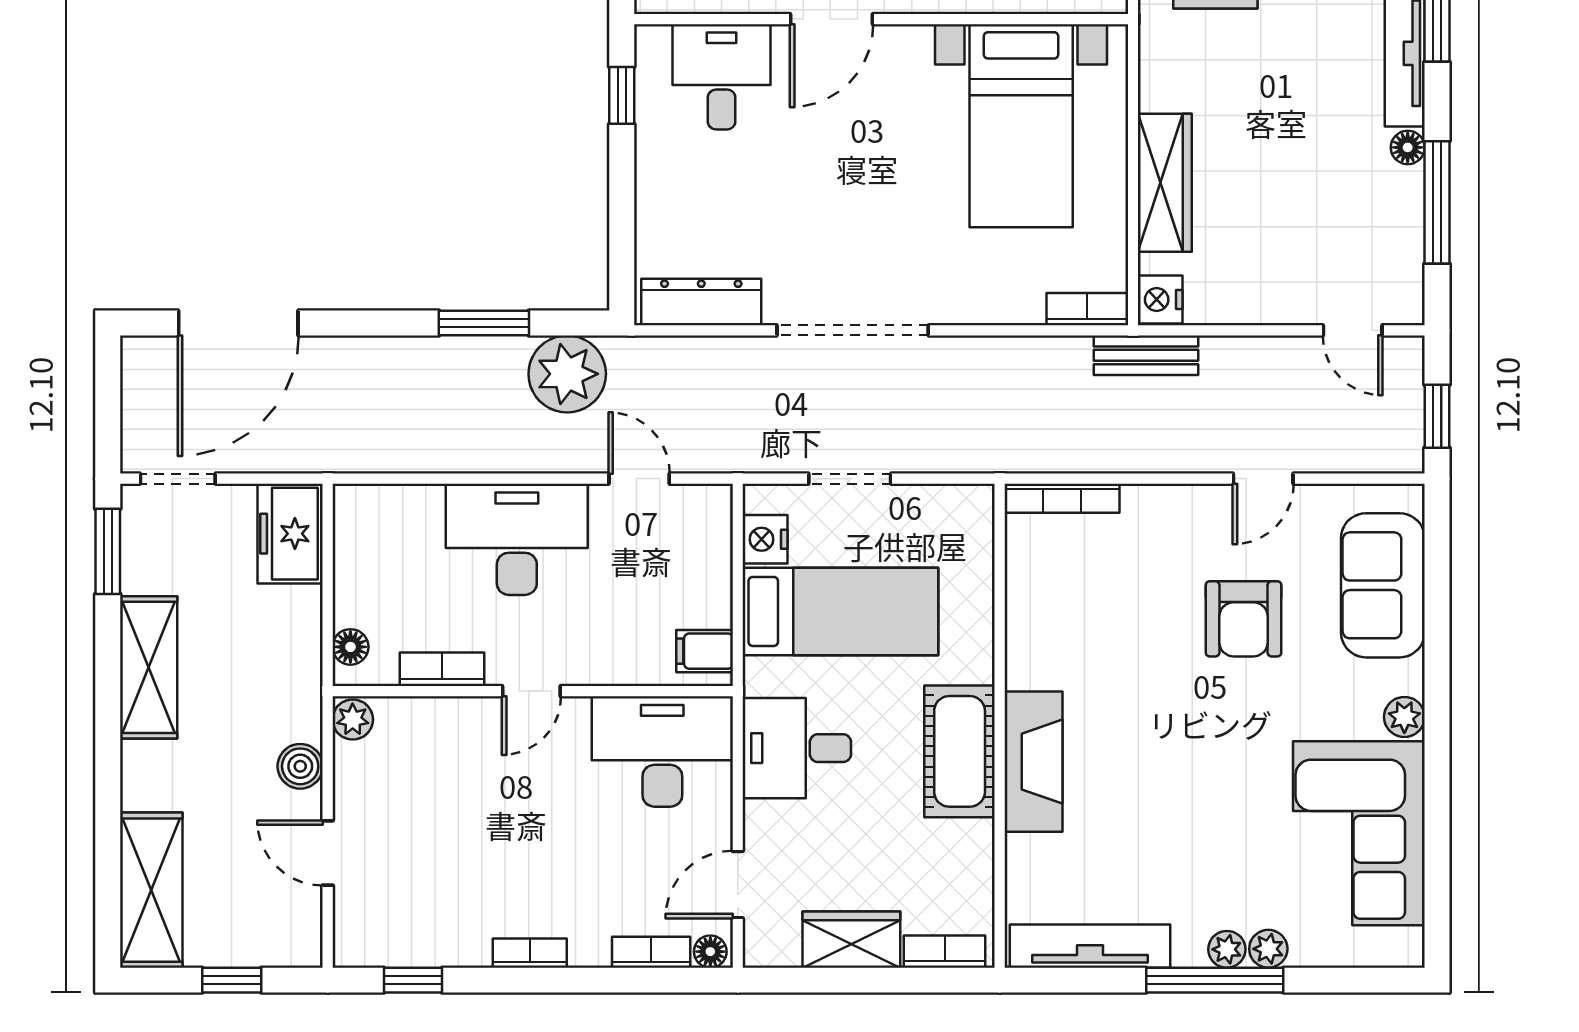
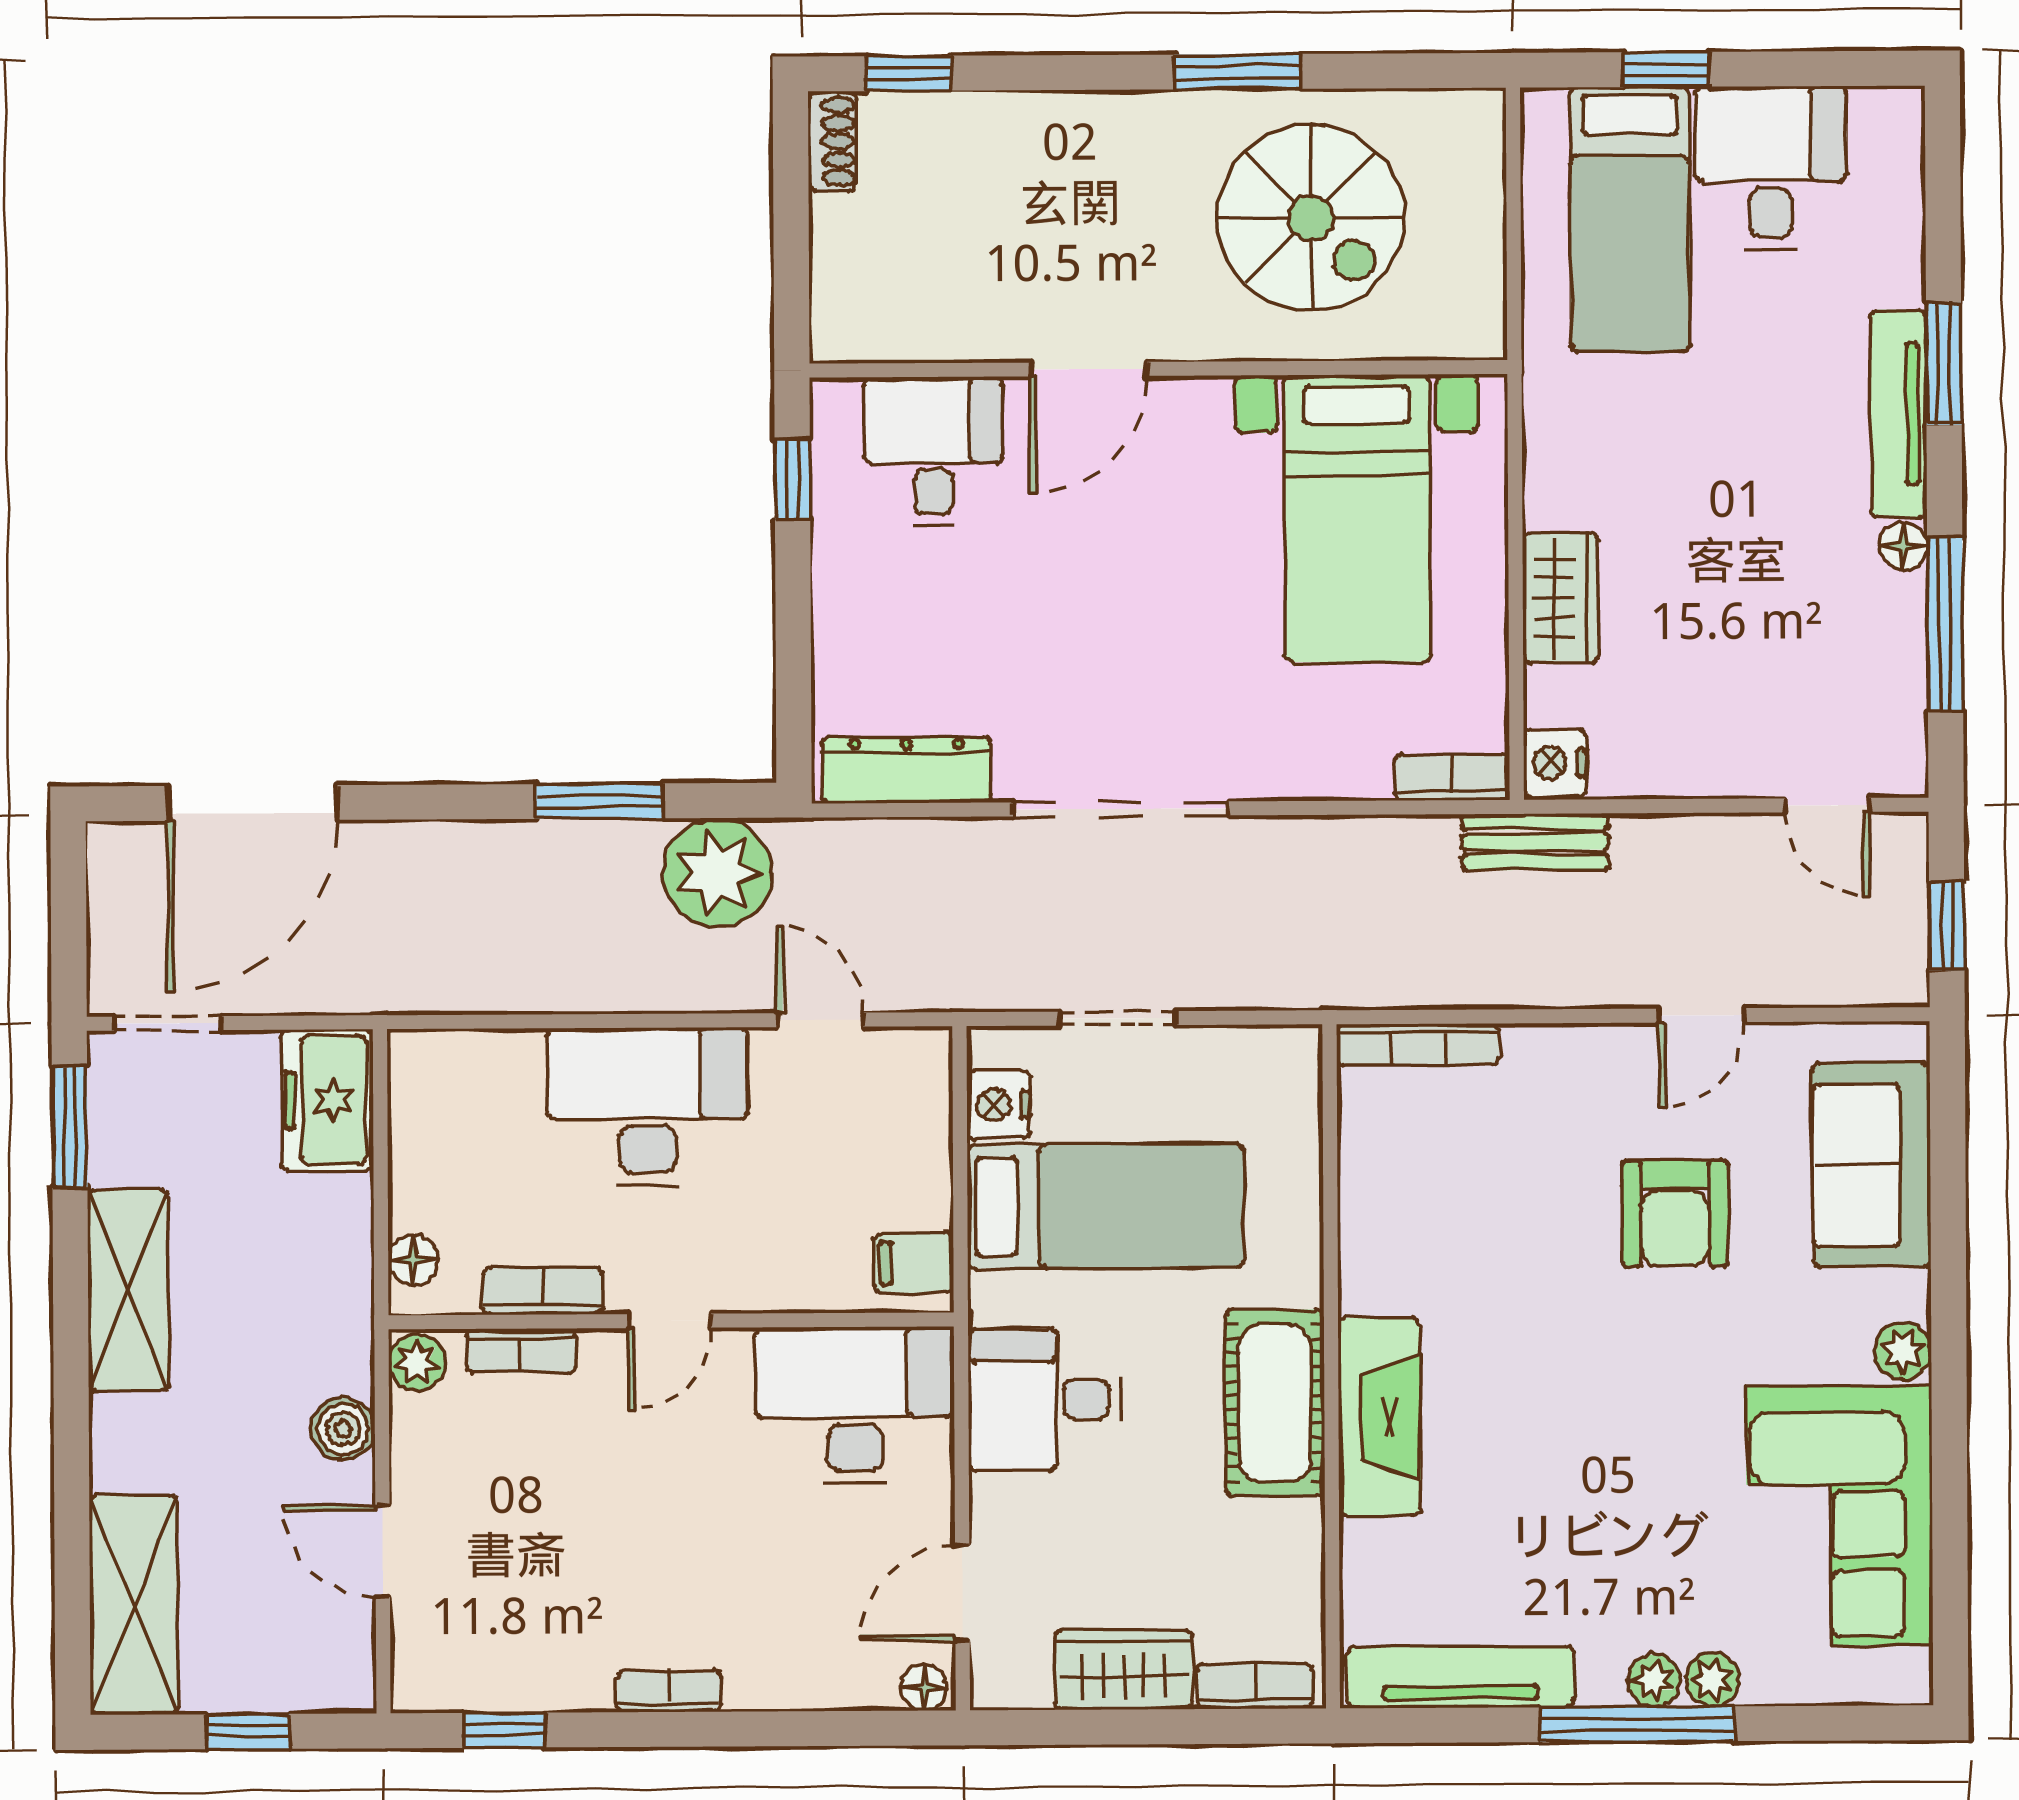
wardrobe: (1165, 183) -> (1560, 598), width x0.67
bookcase: (651, 952) -> (521, 1351), moved, turned 180

